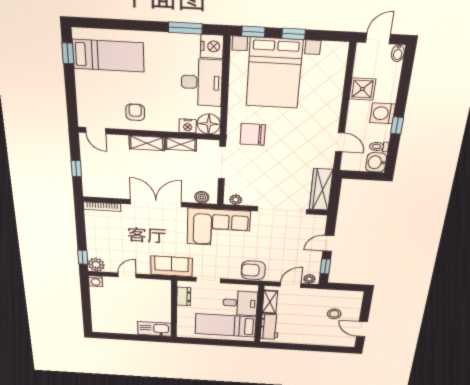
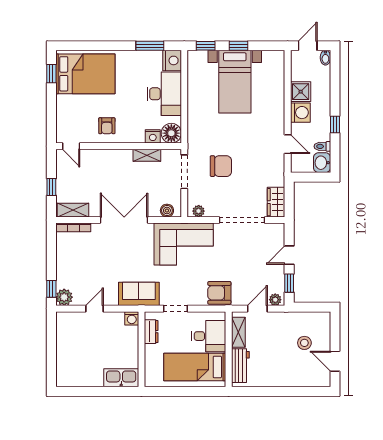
bed: (108, 56) -> (85, 74), width x1.50
bed with nightstands: (274, 73) -> (235, 82), width x0.73
armchair: (135, 112) -> (107, 126), turned 180
washing machine: (383, 113) -> (300, 113), moved, turned 180
chair: (253, 134) -> (221, 166), moved, turned 180
shelving: (147, 143) -> (73, 210), moved
wardrobe: (321, 190) -> (276, 202), width x0.67
washing machine: (96, 281) -> (132, 318), moved

